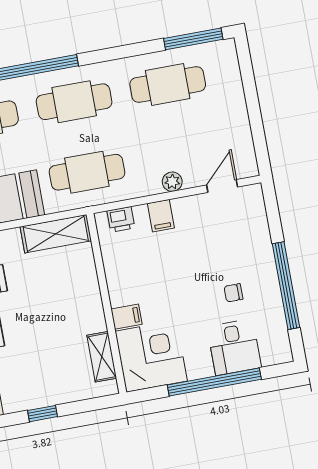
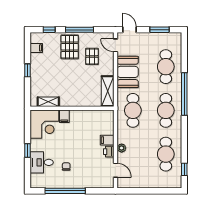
window: (193, 39) -> (184, 169), width x0.46
printer: (121, 219) -> (109, 152), moved
window: (214, 382) -> (27, 150), width x0.32

